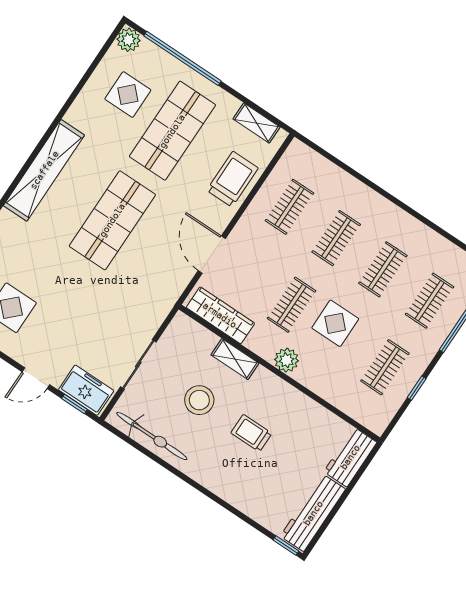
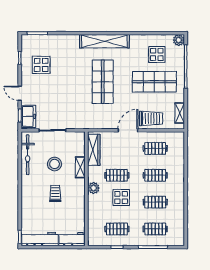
shop shelf: (112, 220) -> (103, 82), turned 90
door: (212, 255) -> (128, 130), moved

